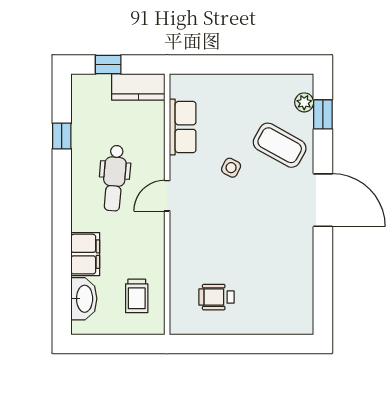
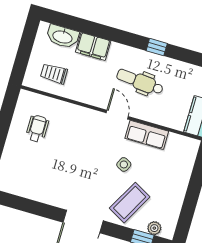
row of seats: (183, 127) -> (147, 135), moved
window: (62, 136) -> (157, 47), moved

